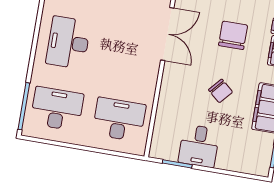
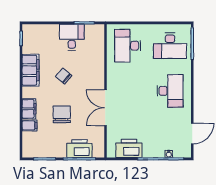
chair: (233, 35) -> (62, 114), turned 180
desk: (119, 119) -> (128, 46), turned 90

